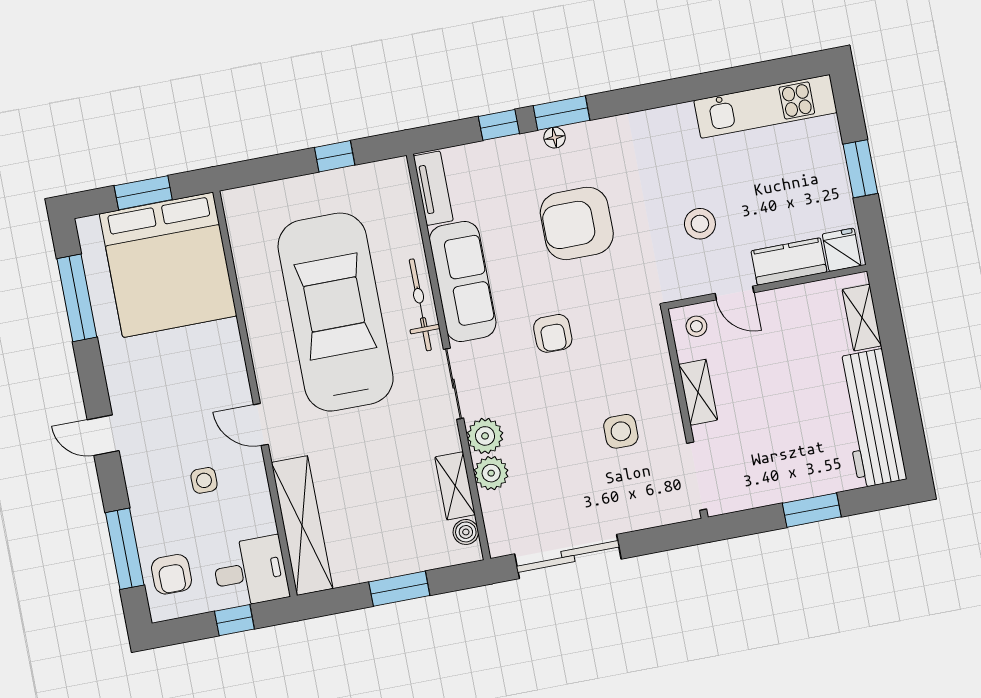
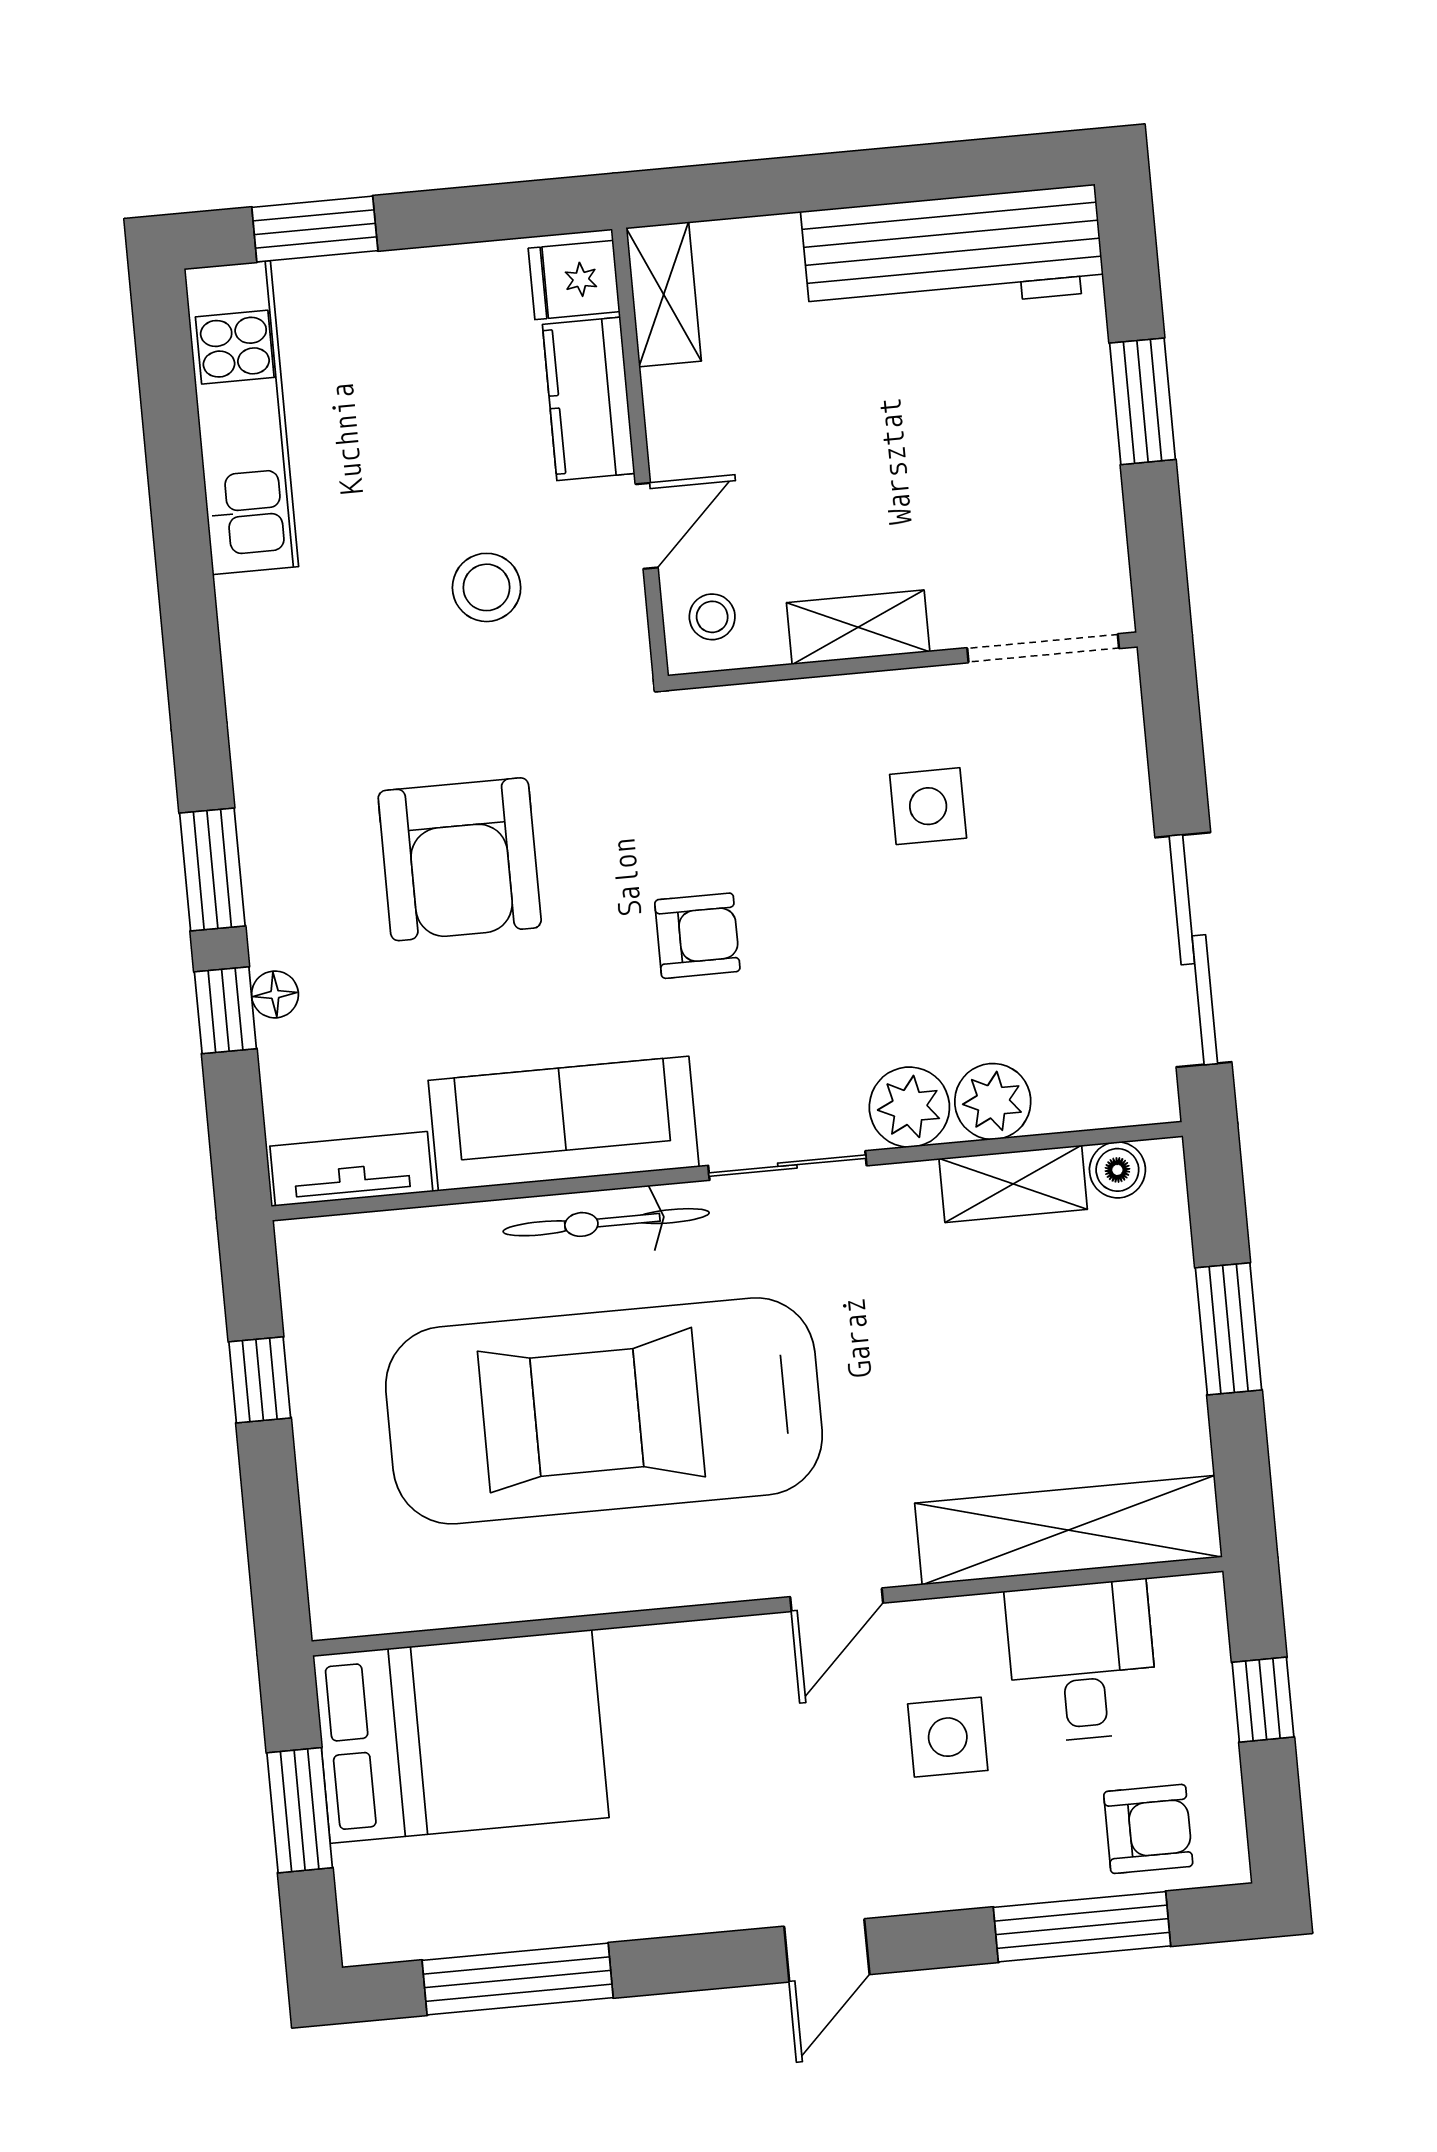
floor lamp: (555, 138) -> (275, 994), moved
window: (860, 169) -> (315, 229), moved
bed: (168, 265) -> (461, 1736), width x0.73
shelving: (862, 318) -> (664, 294), moved, turned 90
side table: (204, 480) -> (948, 1737), width x1.37, depth x1.37
desk: (250, 572) -> (1082, 1661), moved

